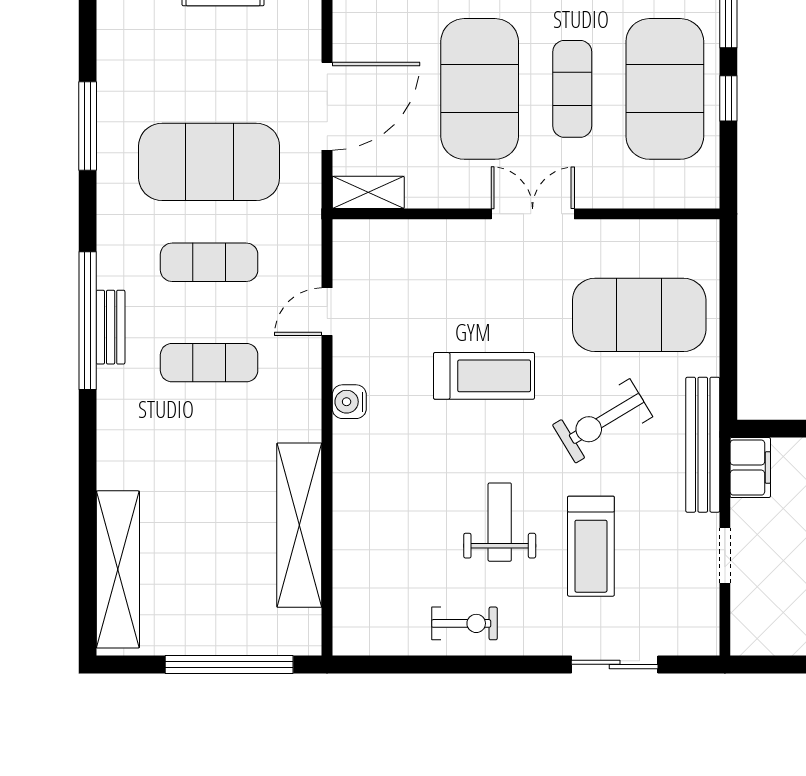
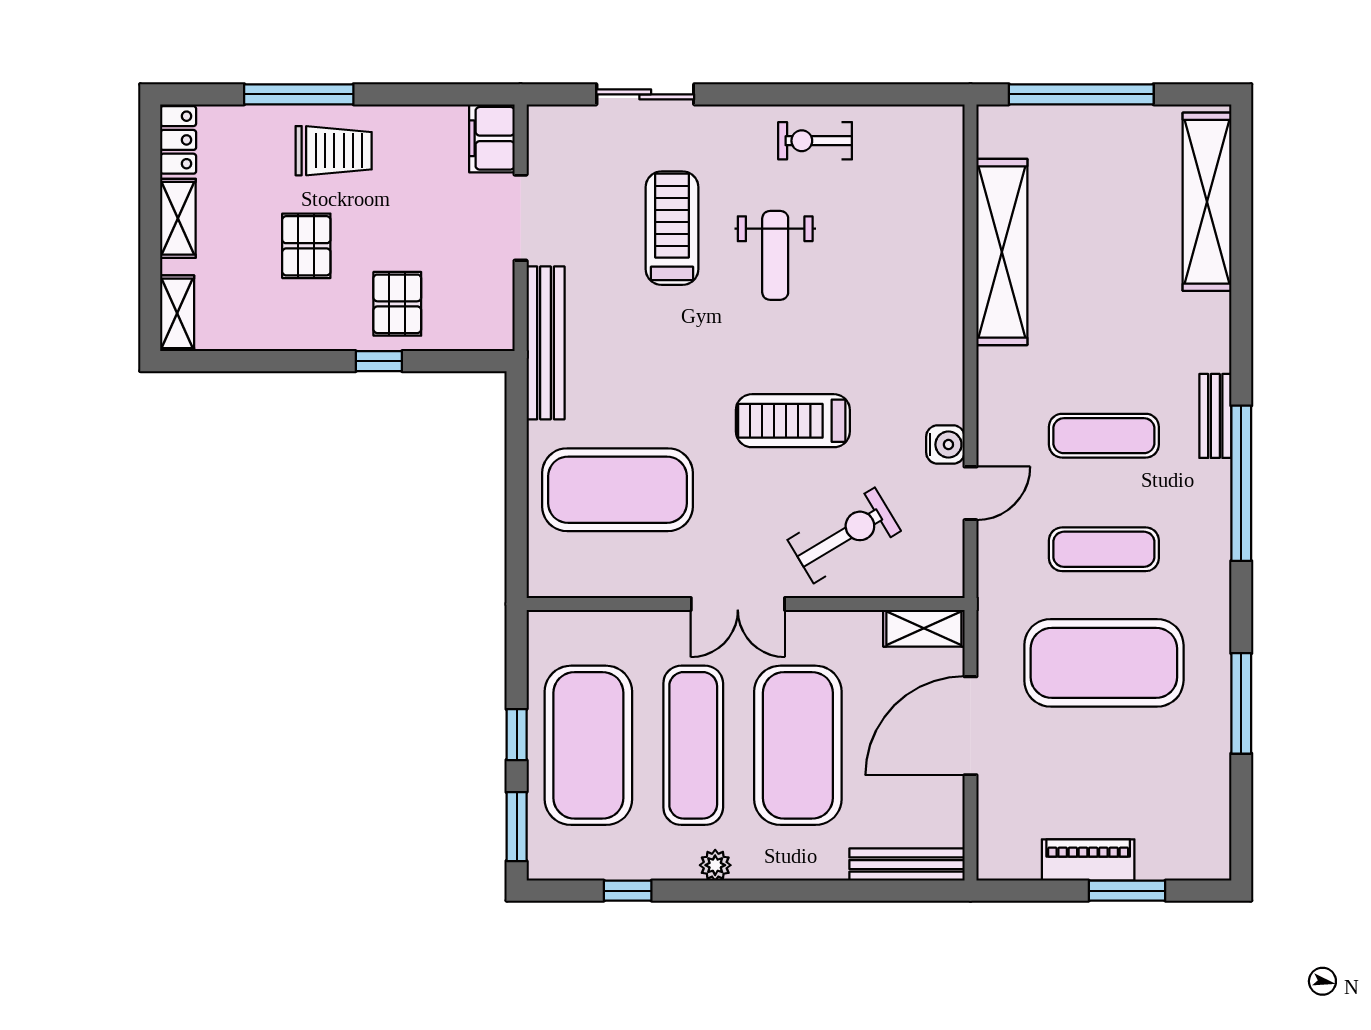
exercise mat: (572, 89) -> (693, 745), width x1.36, depth x1.45
bench: (111, 327) -> (1215, 416), moved
water cooler: (349, 402) -> (945, 445), moved
exercise bike: (603, 421) -> (844, 535), moved
filing cabinet: (750, 468) -> (492, 138), moved
doorway: (725, 555) -> (521, 218), width x1.38

